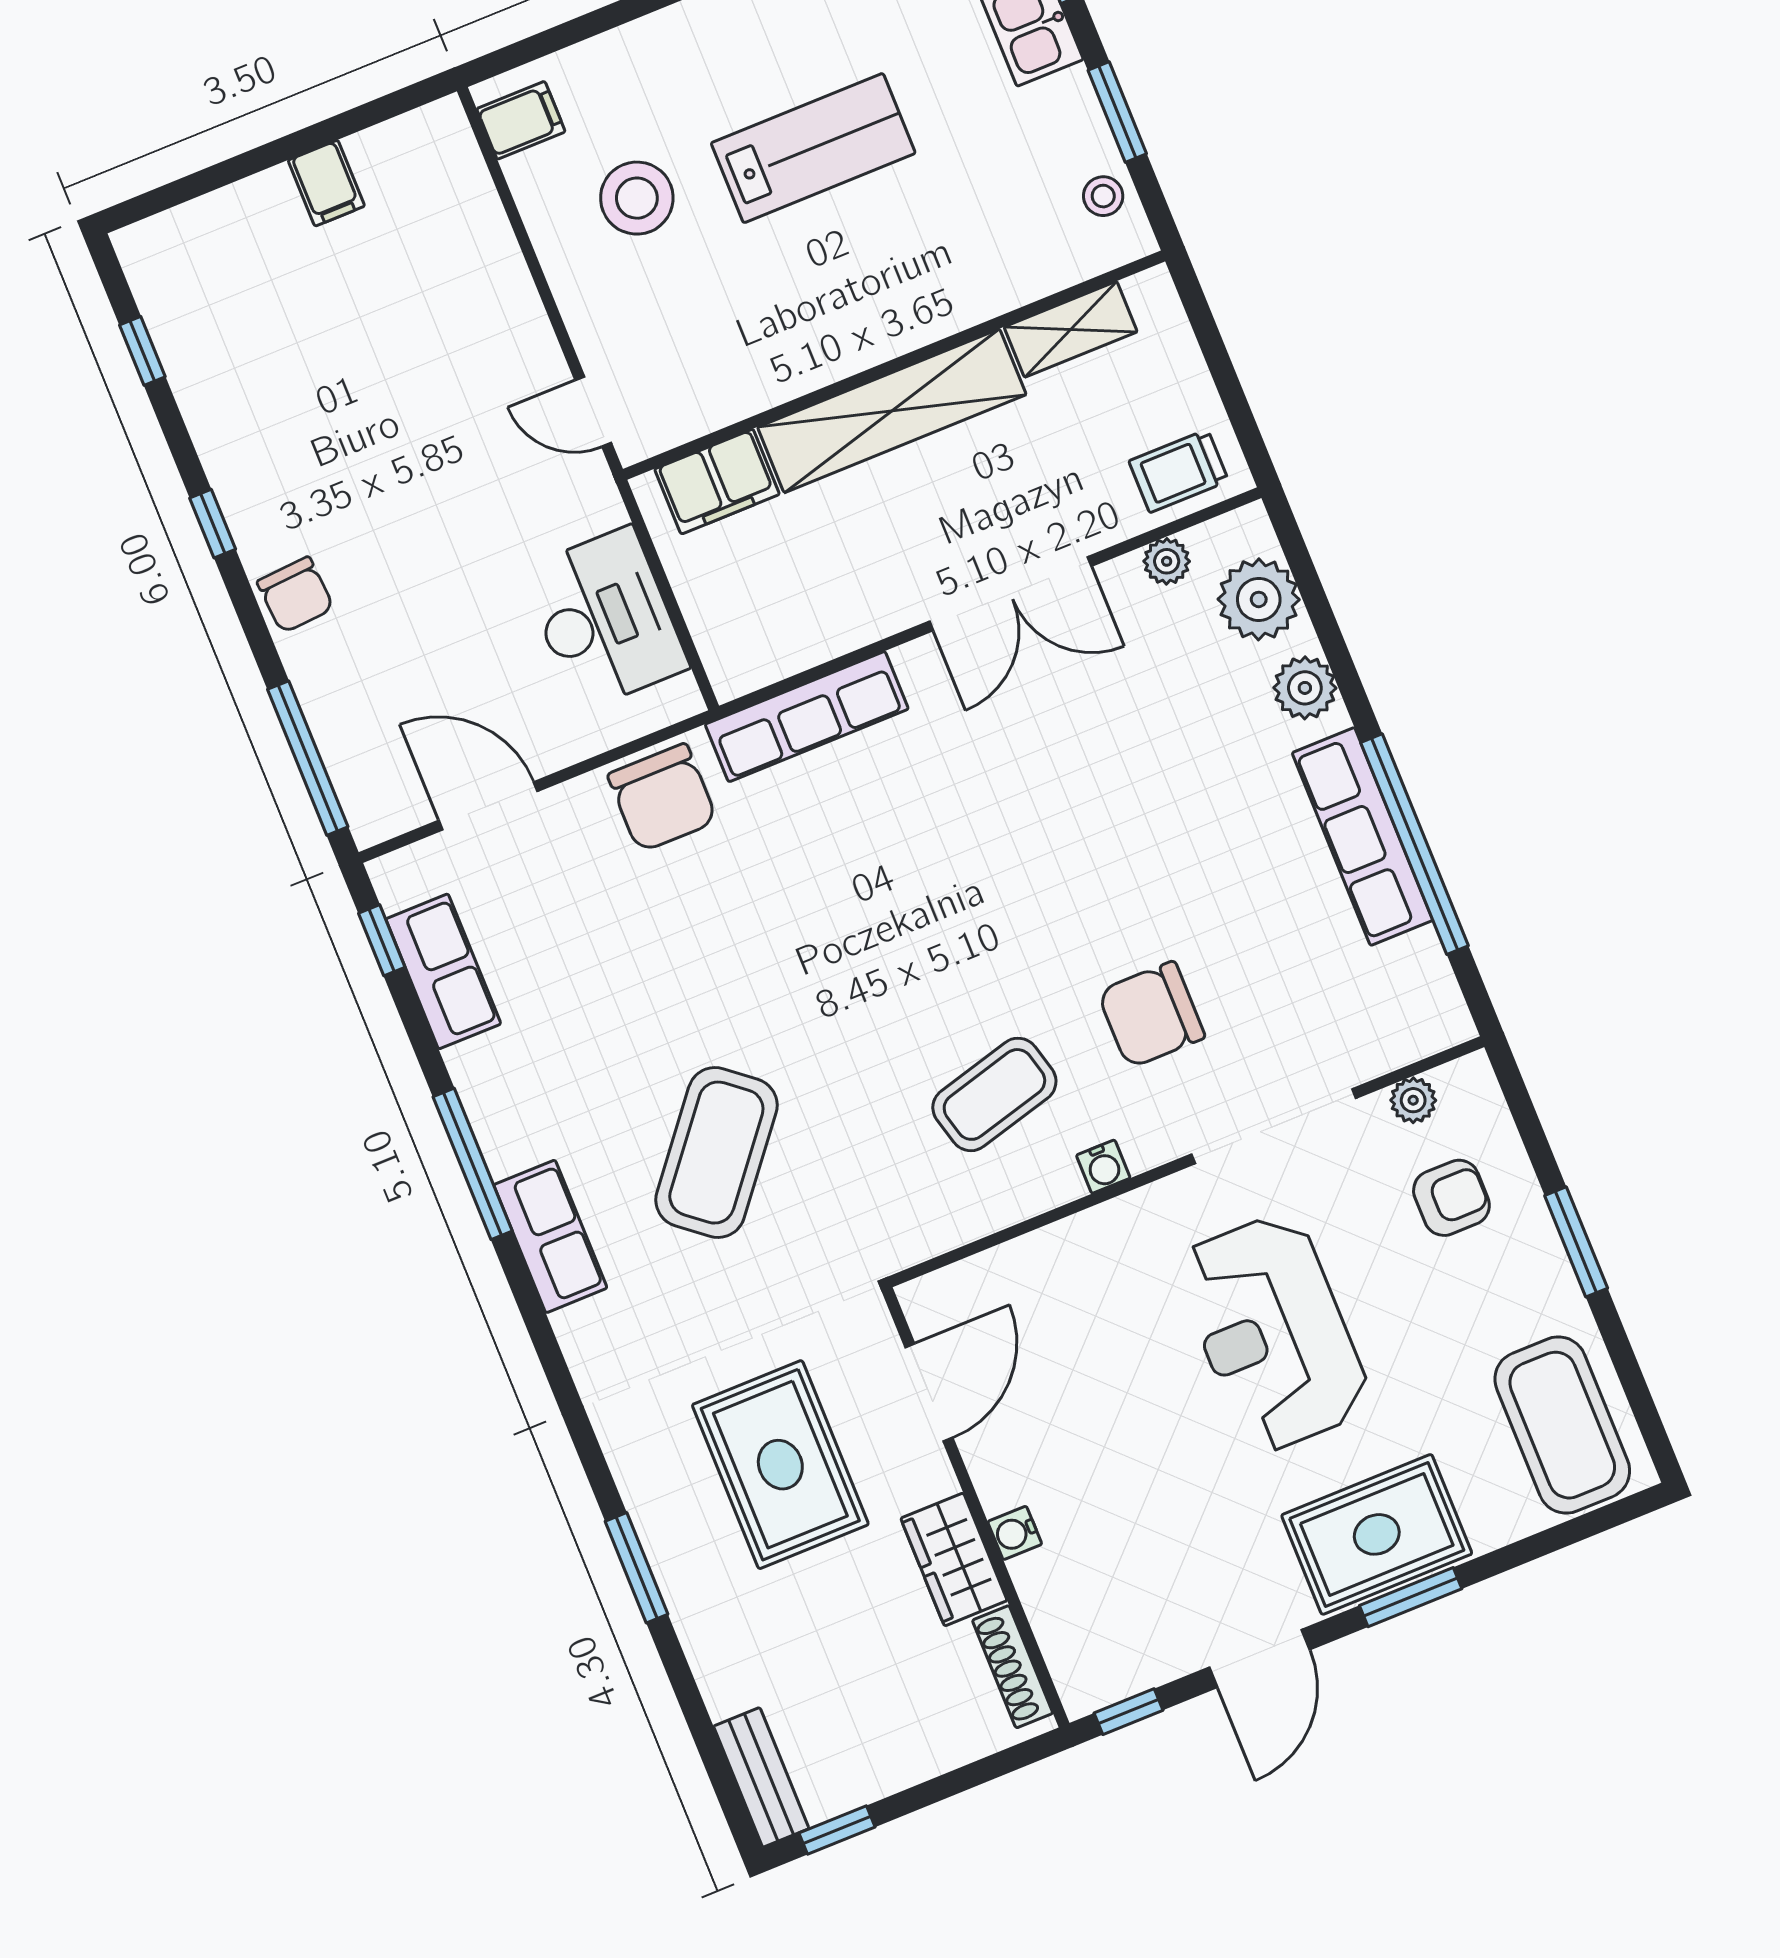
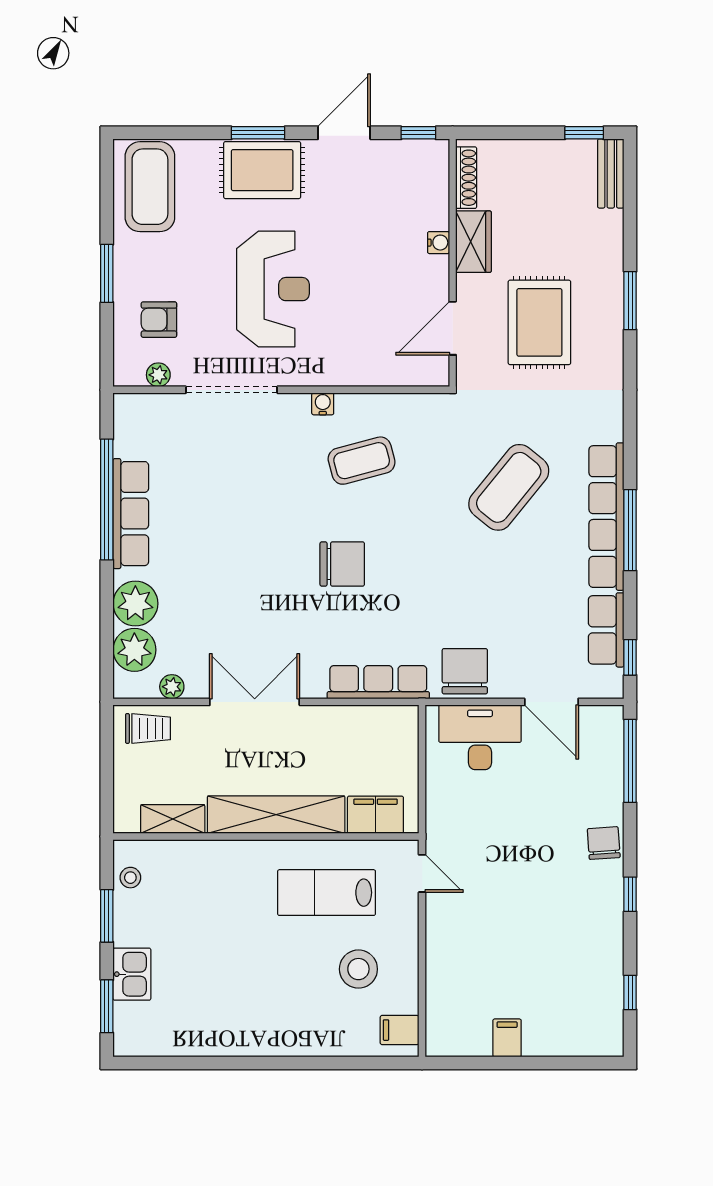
lab bench: (813, 148) -> (327, 893), moved
desk: (605, 619) -> (480, 737), moved, turned 90
plant: (1305, 688) -> (135, 604), width x1.36, depth x1.36
chair: (1151, 1015) -> (342, 564), moved
row of seats: (550, 1236) -> (606, 517), width x2.02

